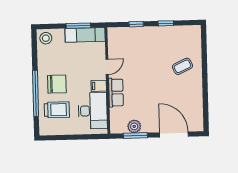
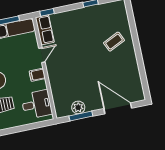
window: (136, 24) -> (47, 12), moved
row of seats: (116, 93) -> (45, 30), moved
desk: (93, 111) -> (37, 104), width x0.73

